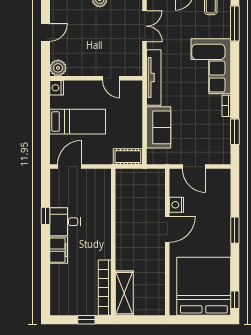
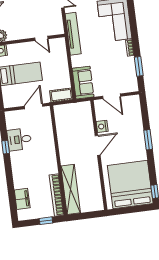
sofa: (159, 127) -> (83, 83), moved
door: (70, 167) -> (34, 106), moved
desk: (65, 222) -> (19, 139), moved
filing cabinet: (59, 250) -> (22, 199), moved
shelving: (124, 293) -> (71, 189), width x1.47

